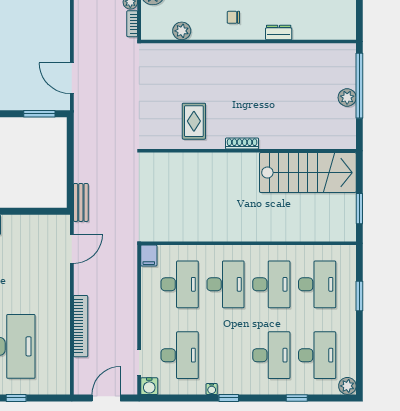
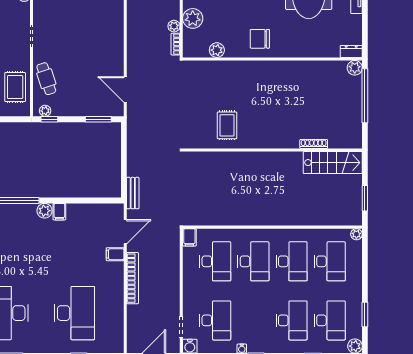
chair: (233, 17) -> (260, 39), width x1.87, depth x1.87
dresser: (279, 32) -> (351, 51), moved
plant: (347, 98) -> (355, 68), moved
shoe rack: (242, 144) -> (314, 144), moved
stairs: (308, 173) -> (333, 163), width x0.73, depth x0.66
plant: (349, 252) -> (356, 234), added
filing cabinet: (60, 276) -> (115, 254), added
window: (359, 296) -> (365, 314), moved
bookcase: (81, 326) -> (133, 278), moved

